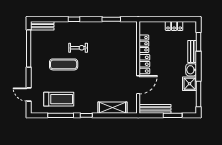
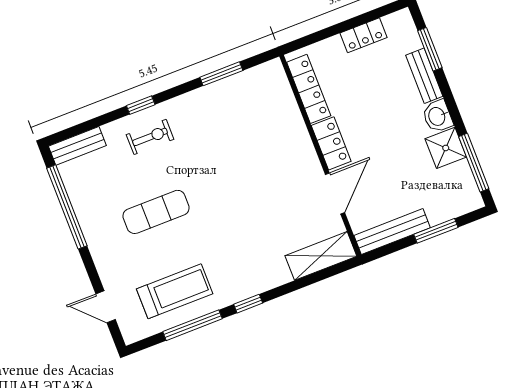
locker: (144, 44) -> (309, 89), width x1.53
exercise bike: (78, 48) -> (150, 137), moved
shelving: (113, 108) -> (321, 256), moved

